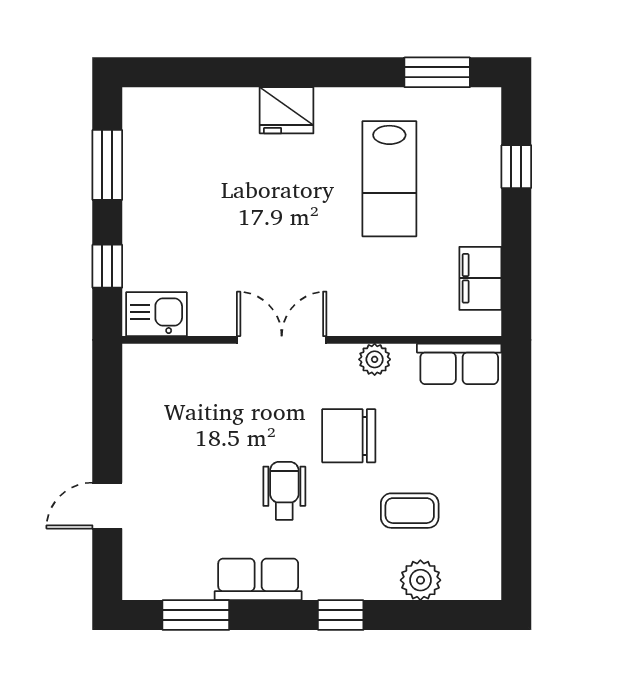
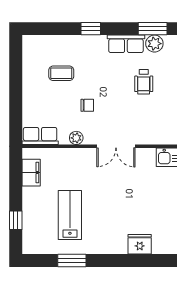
window: (437, 72) -> (72, 261), moved
fridge: (287, 110) -> (140, 244), moved
chair: (349, 436) -> (87, 105), width x0.54, depth x0.54
wheelchair: (284, 491) -> (144, 82), moved
plant: (420, 580) -> (154, 44), moved

